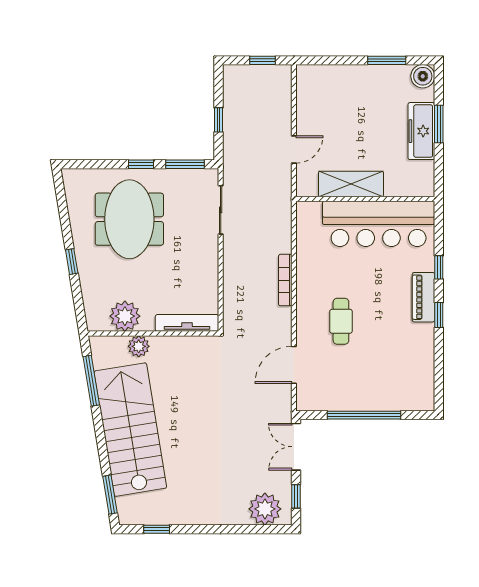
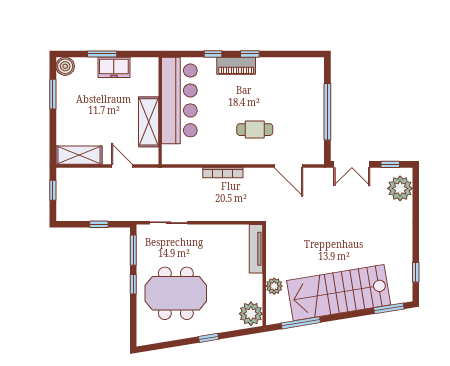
shelving: (308, 94) -> (79, 155), added
freezer: (421, 131) -> (114, 67), width x0.71
plant: (125, 316) -> (251, 314), moved

